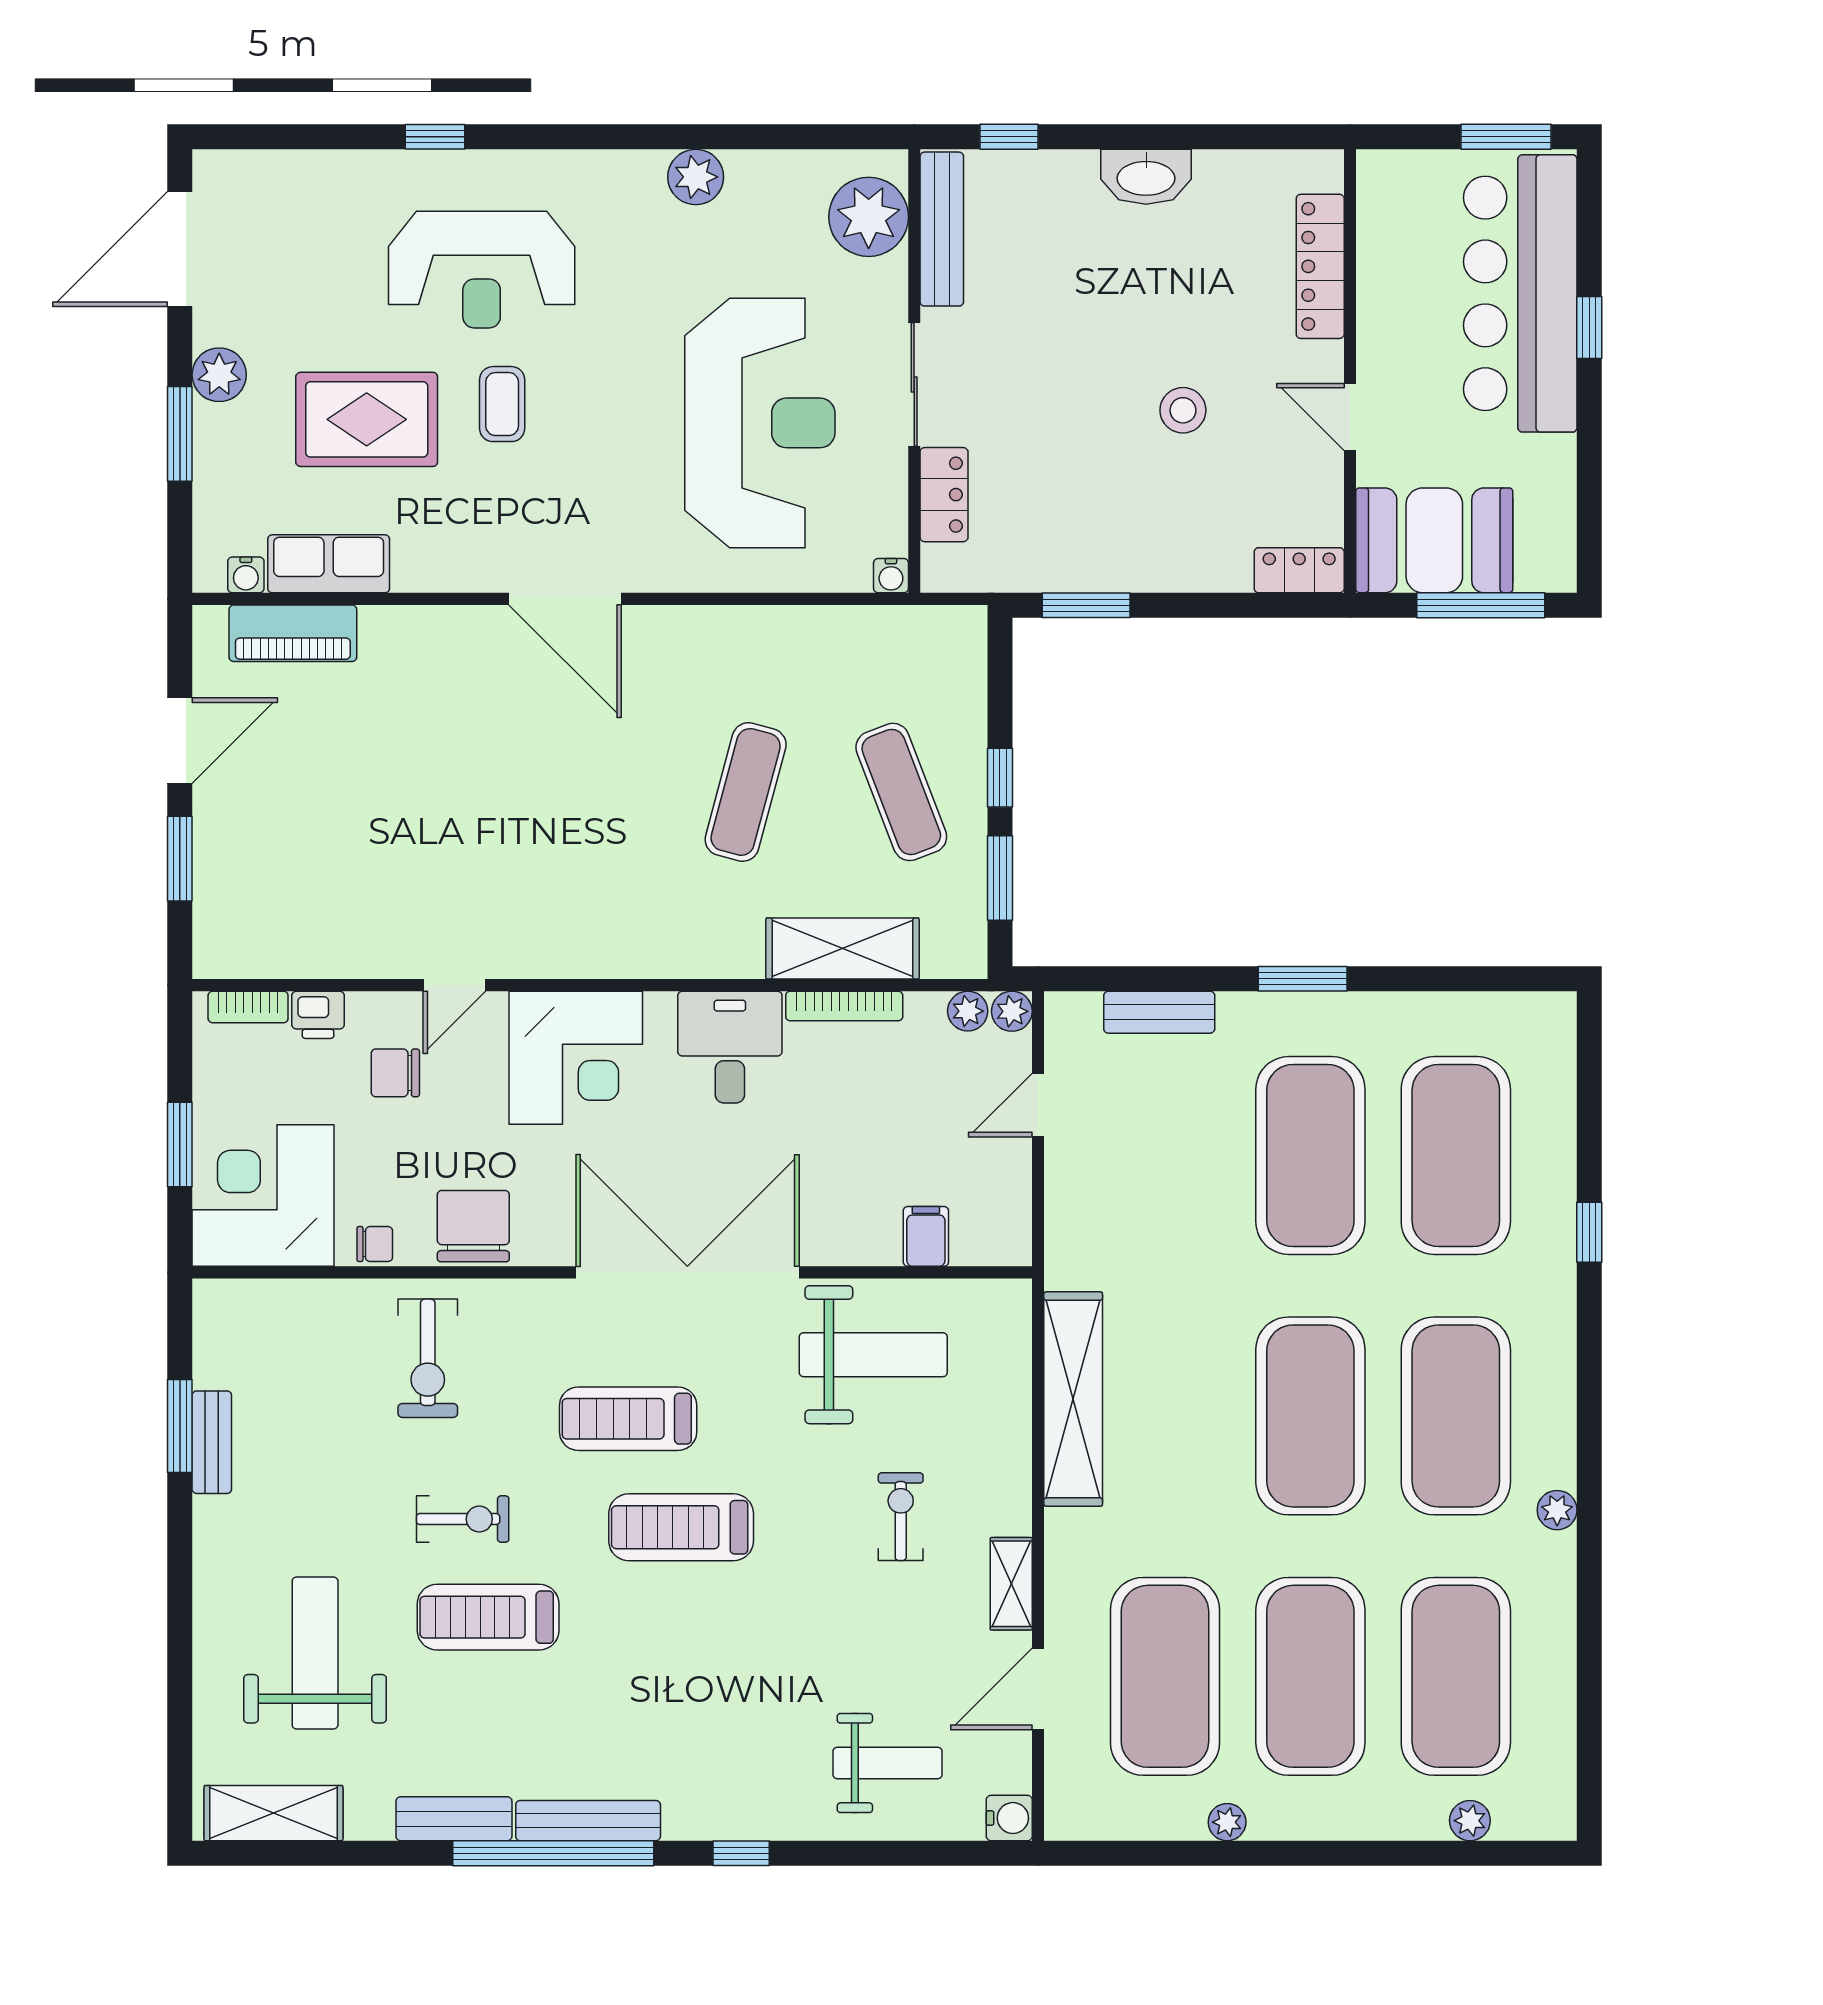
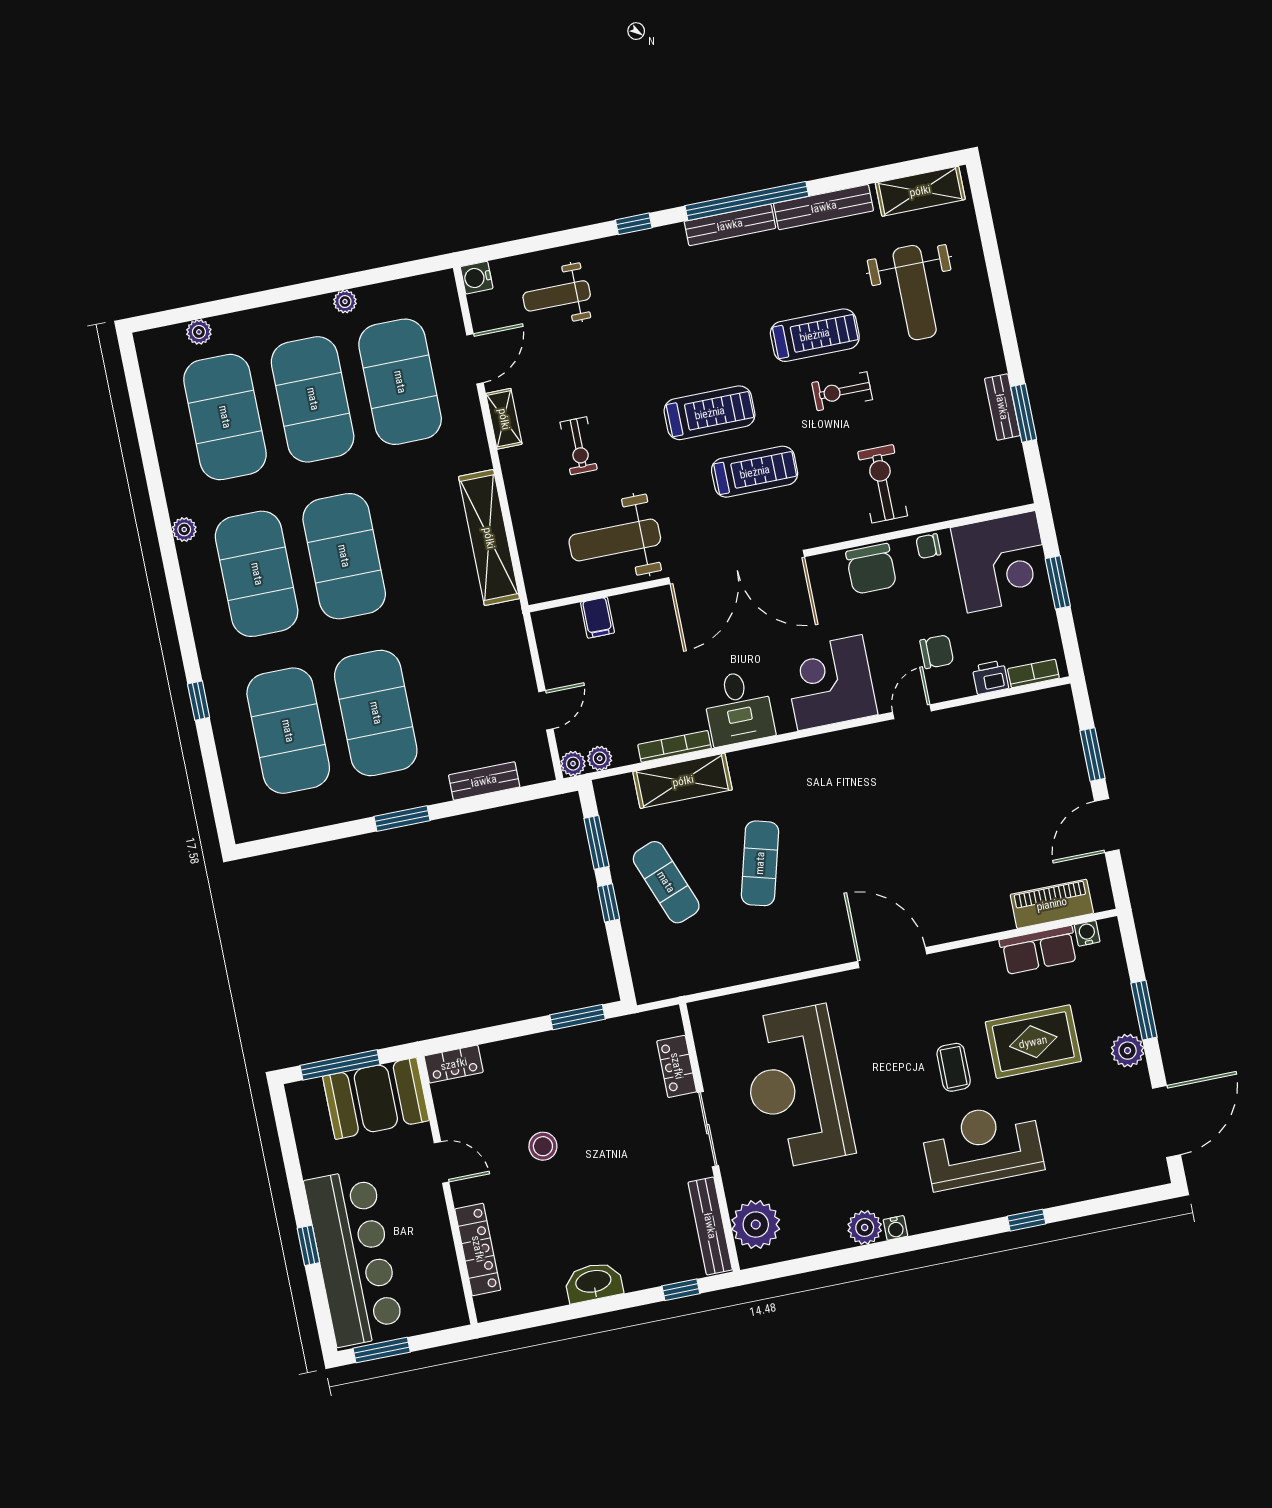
water cooler: (891, 576) -> (895, 1228), moved, turned 180
bench: (454, 1819) -> (824, 207), width x1.36

